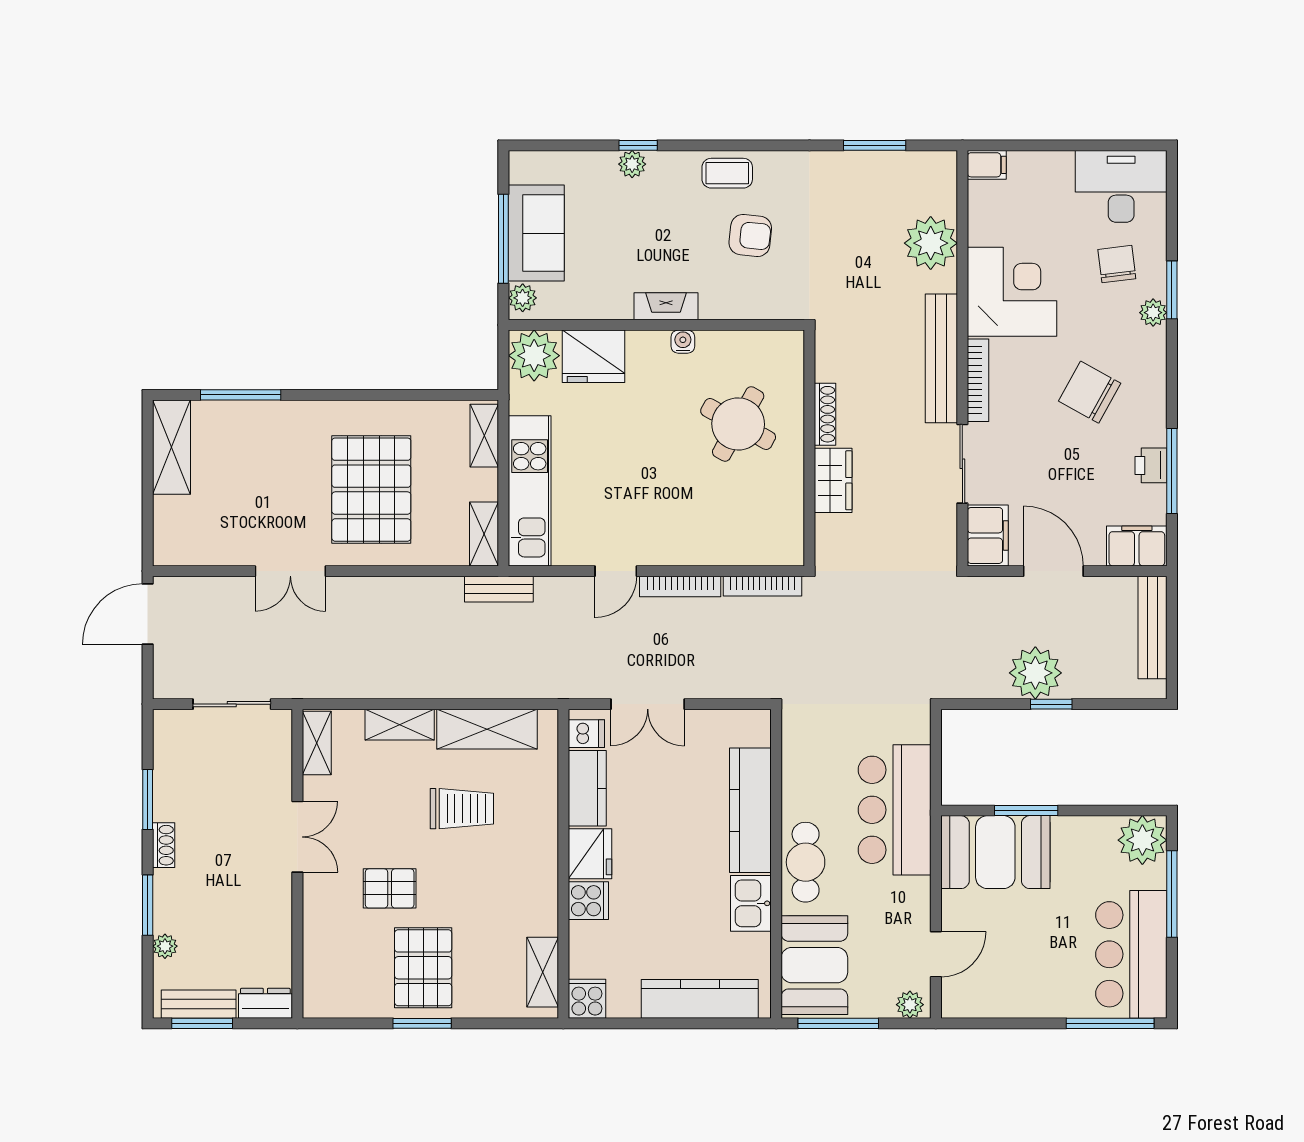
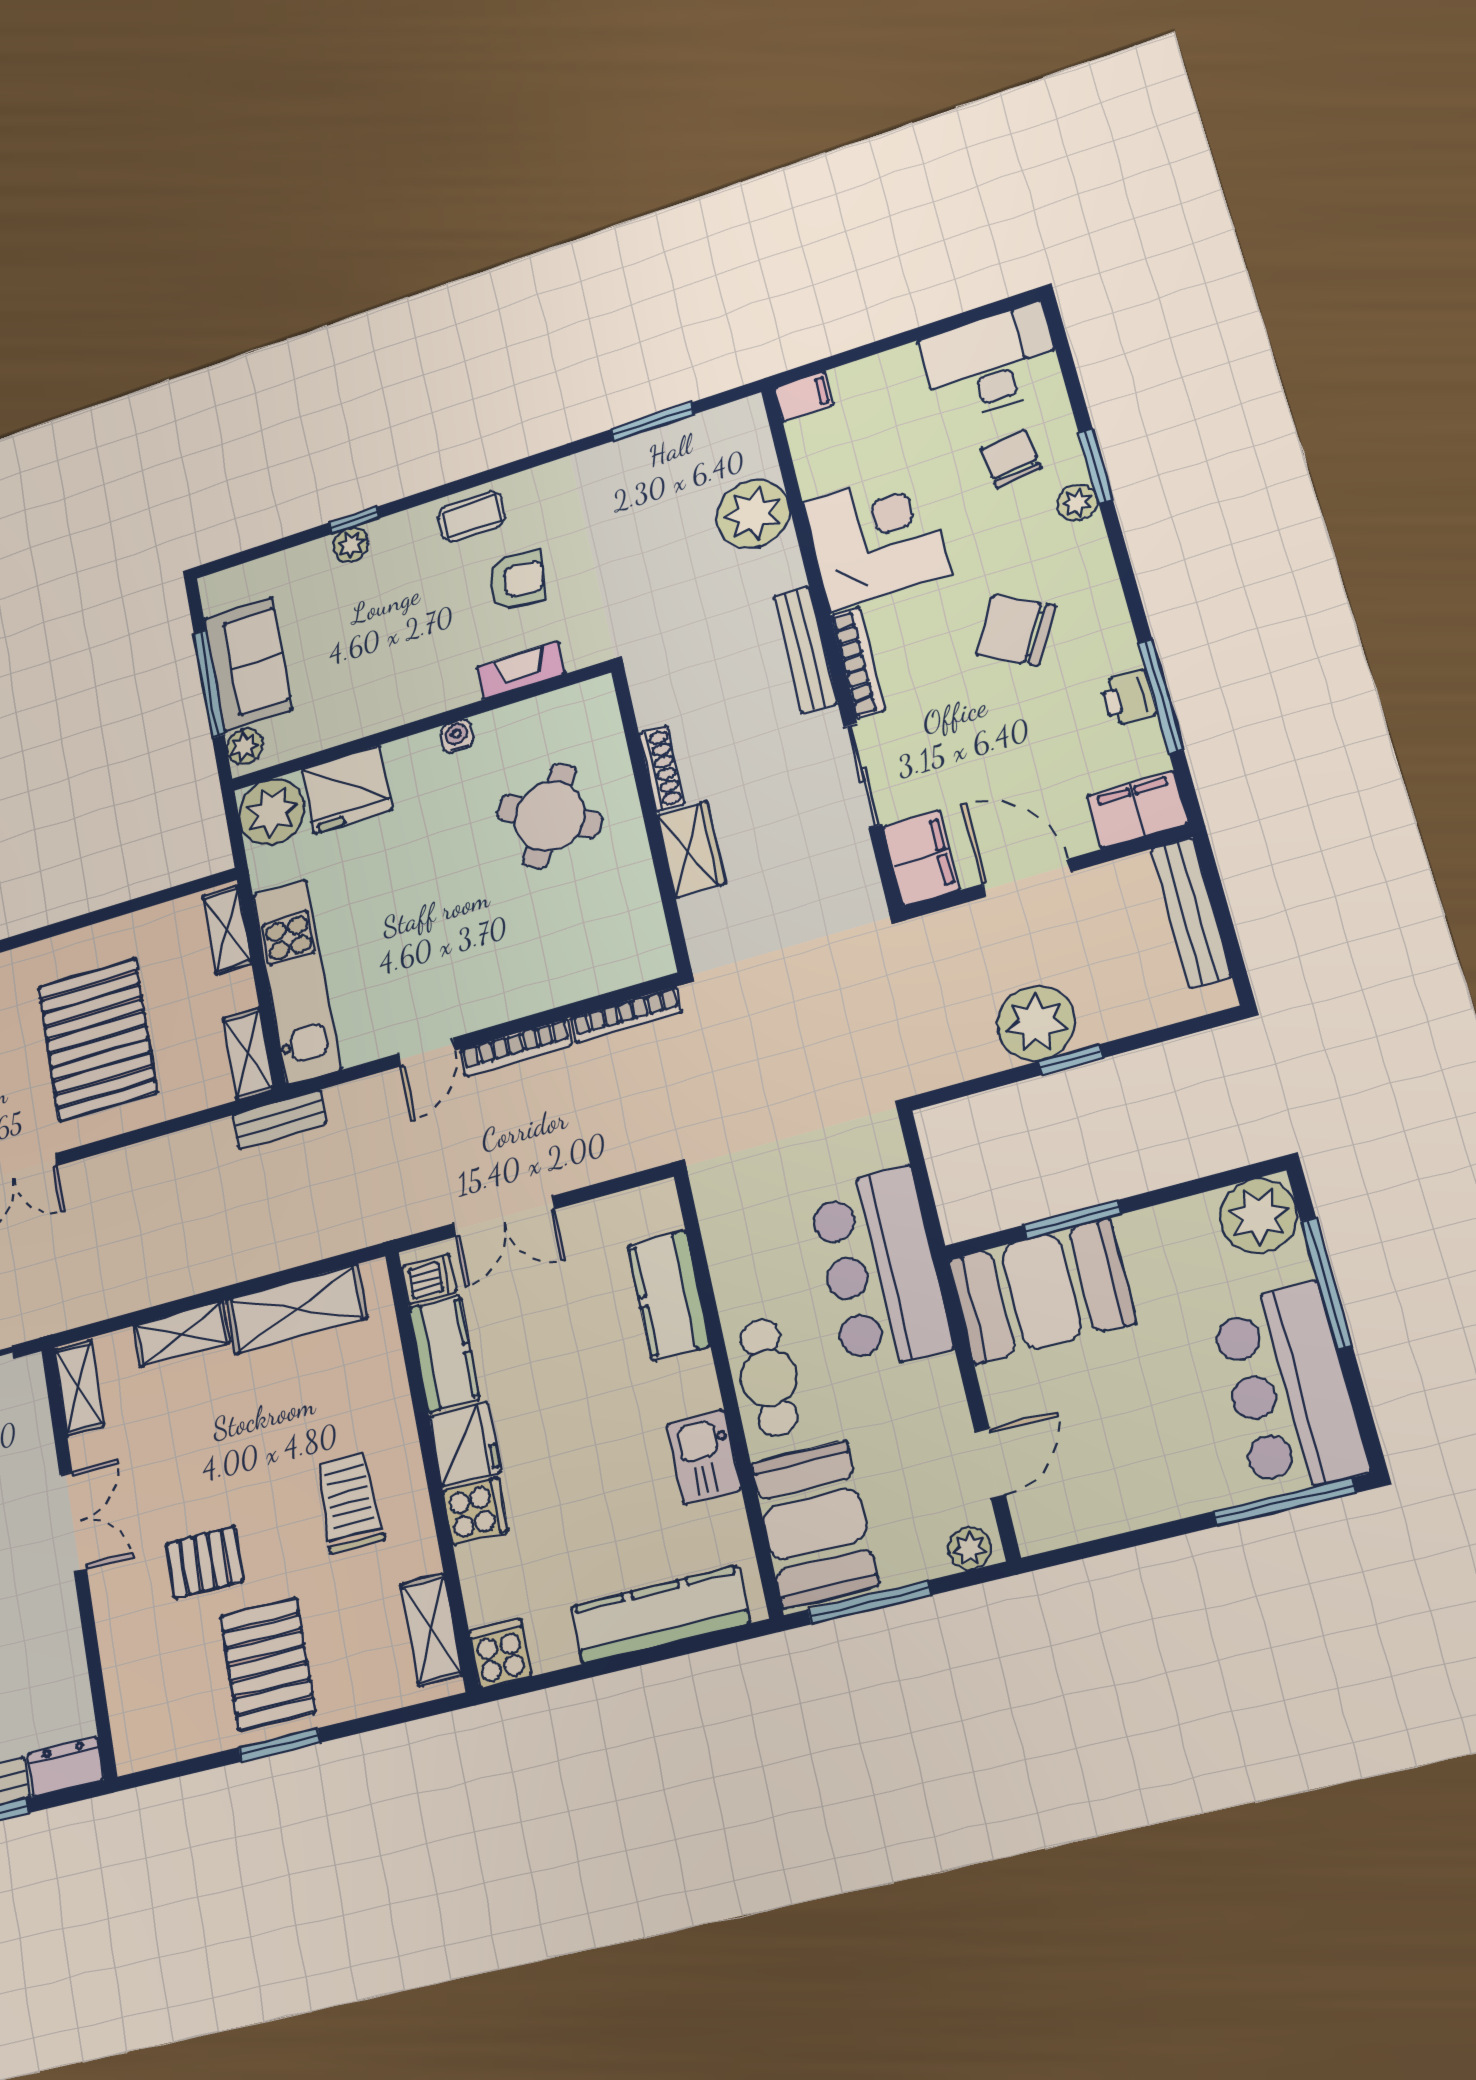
fireplace: (666, 306) -> (521, 670), moved
bench: (941, 358) -> (805, 650), width x0.73, depth x0.82
trolley: (462, 809) -> (350, 1503), moved, turned -90
kitchen counter: (750, 810) -> (669, 1295), width x0.67

